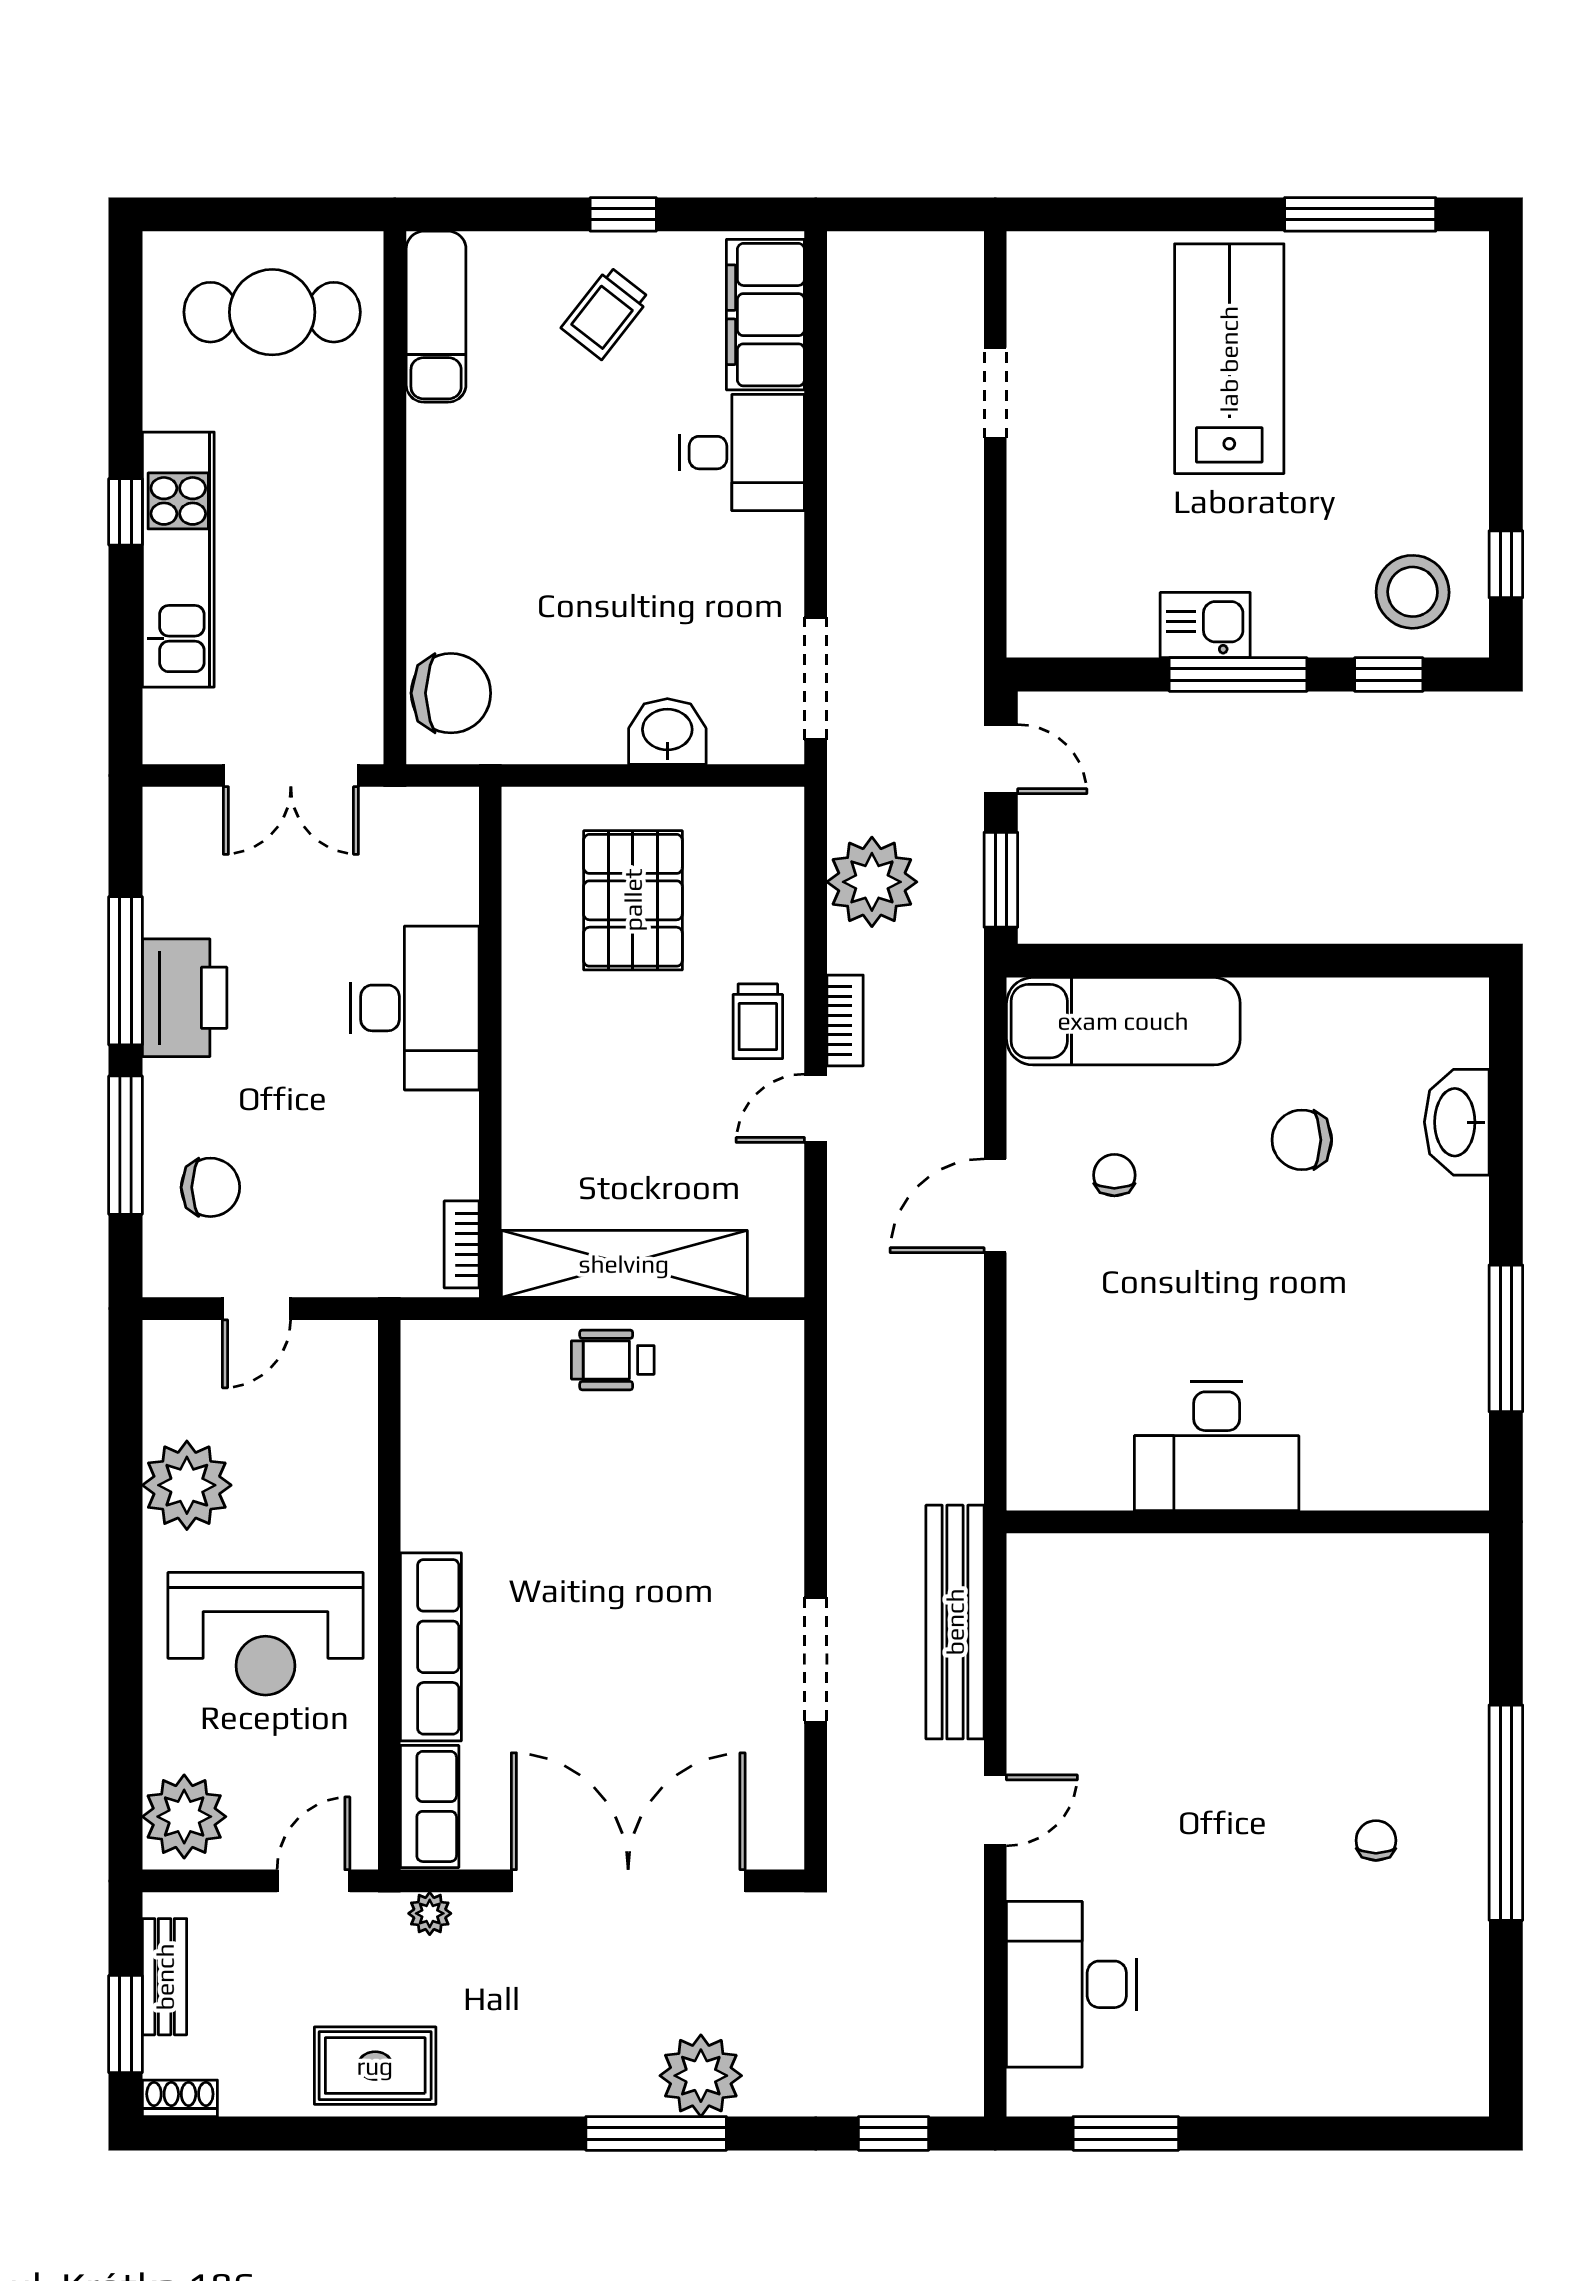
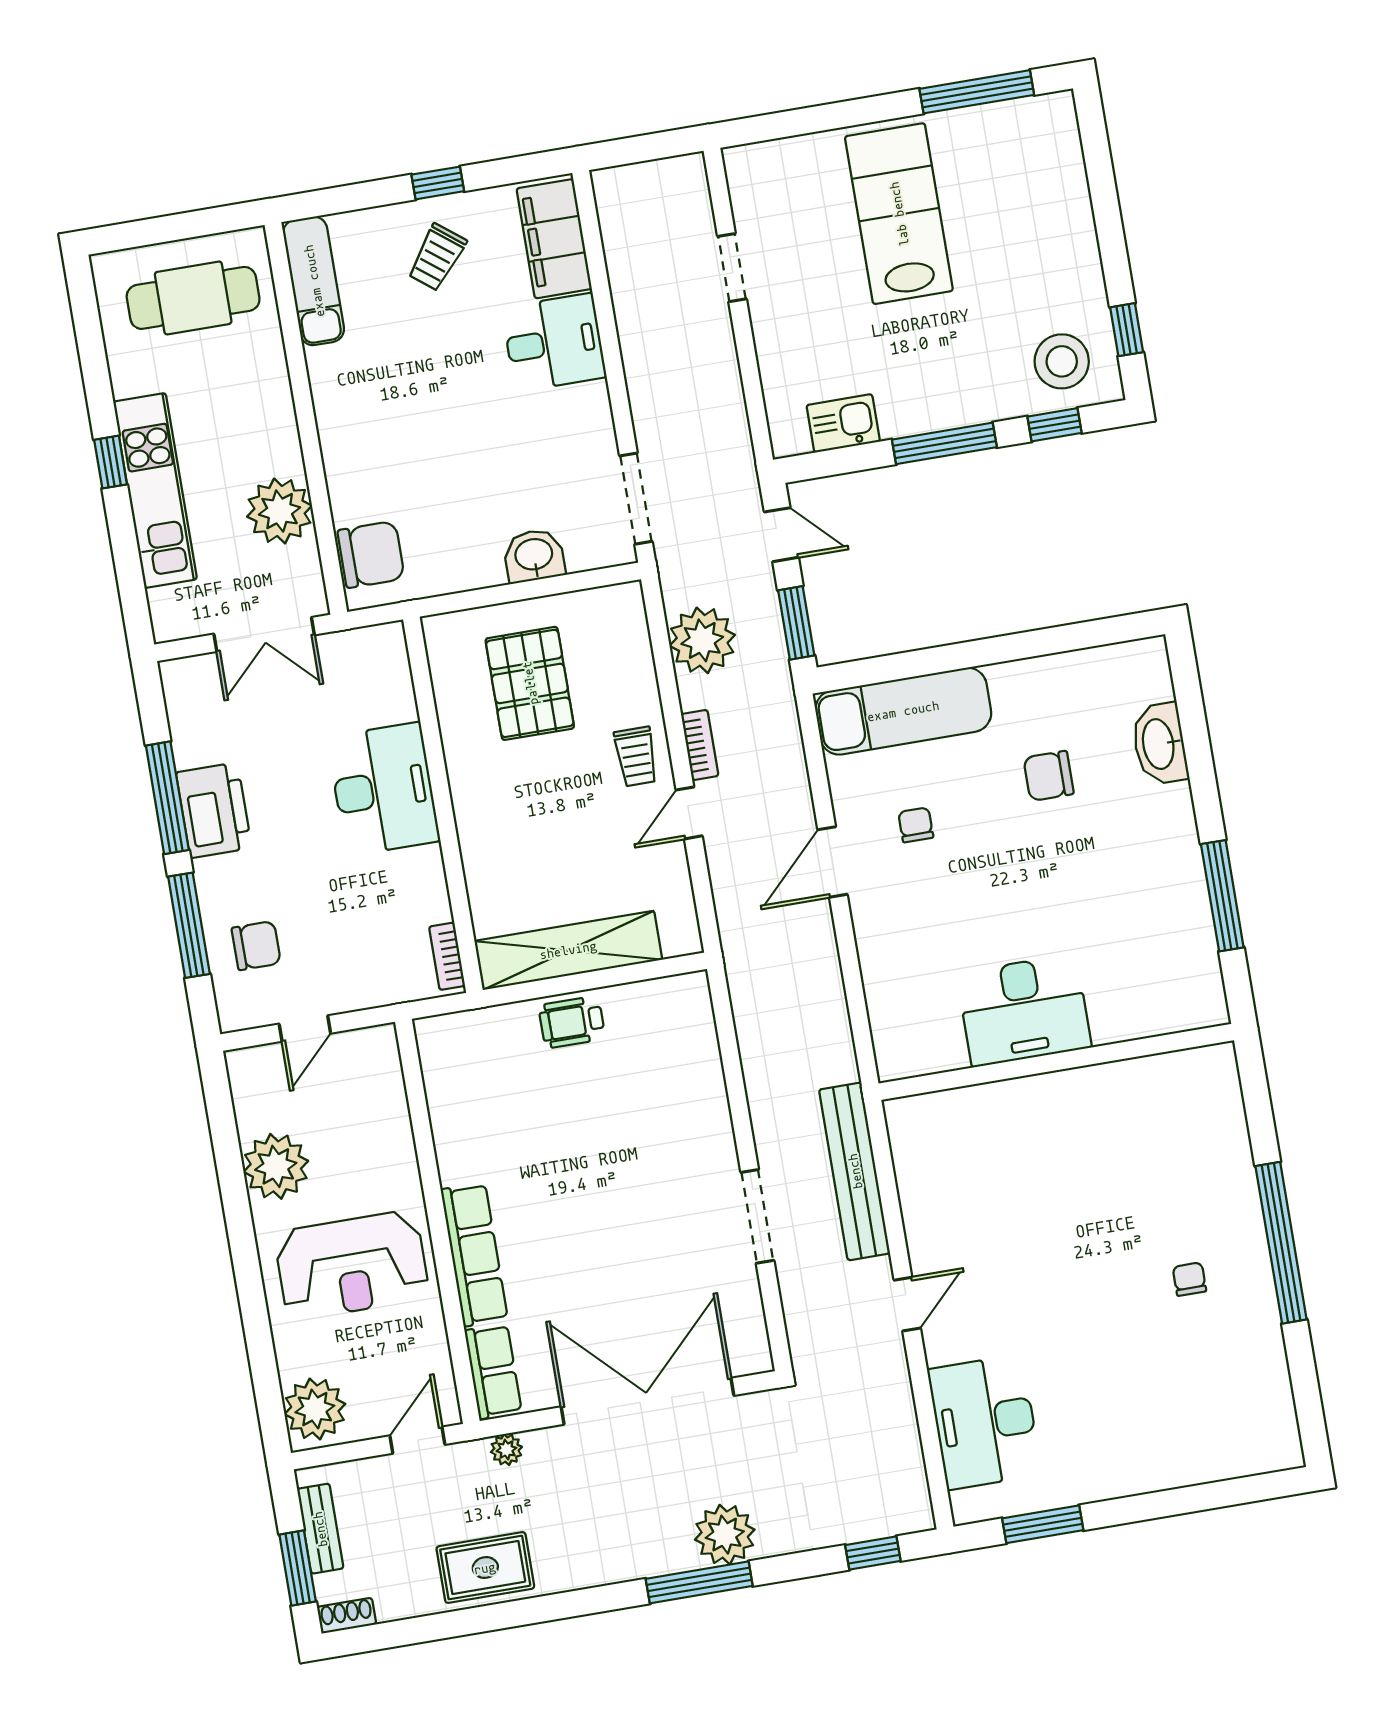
plant: (339, 615) -> (280, 511), added
kitchen sink: (1205, 625) -> (843, 423), moved

